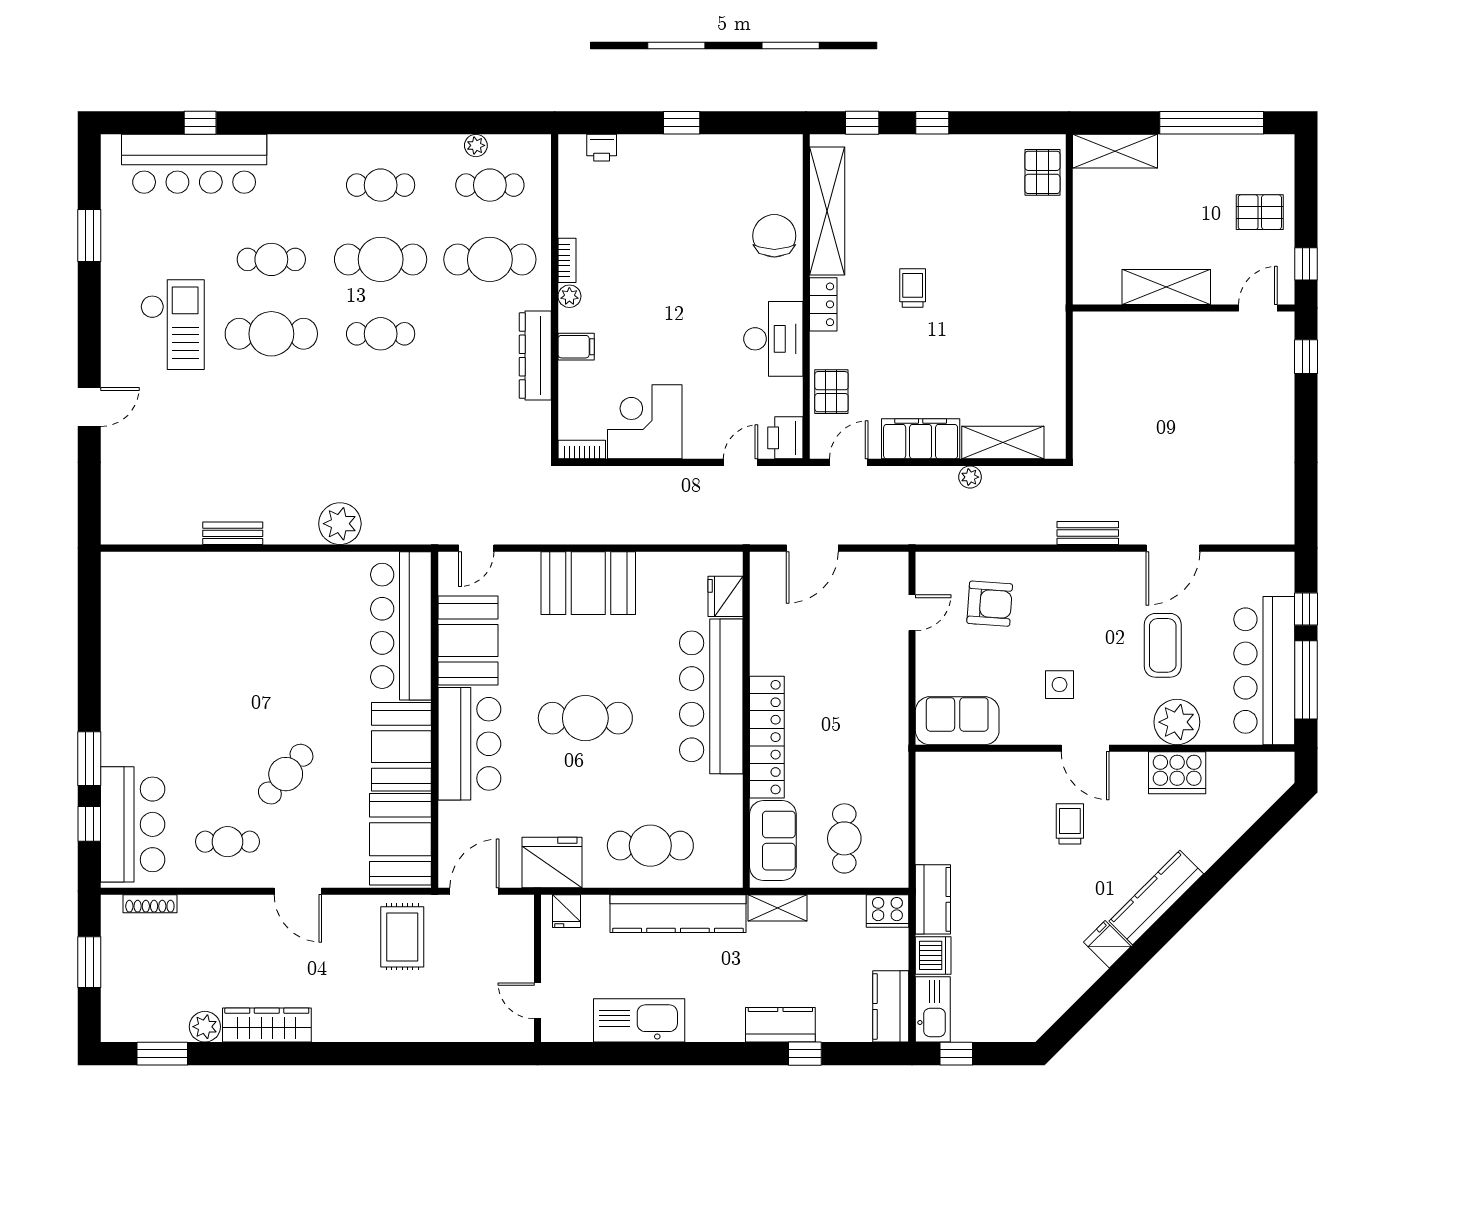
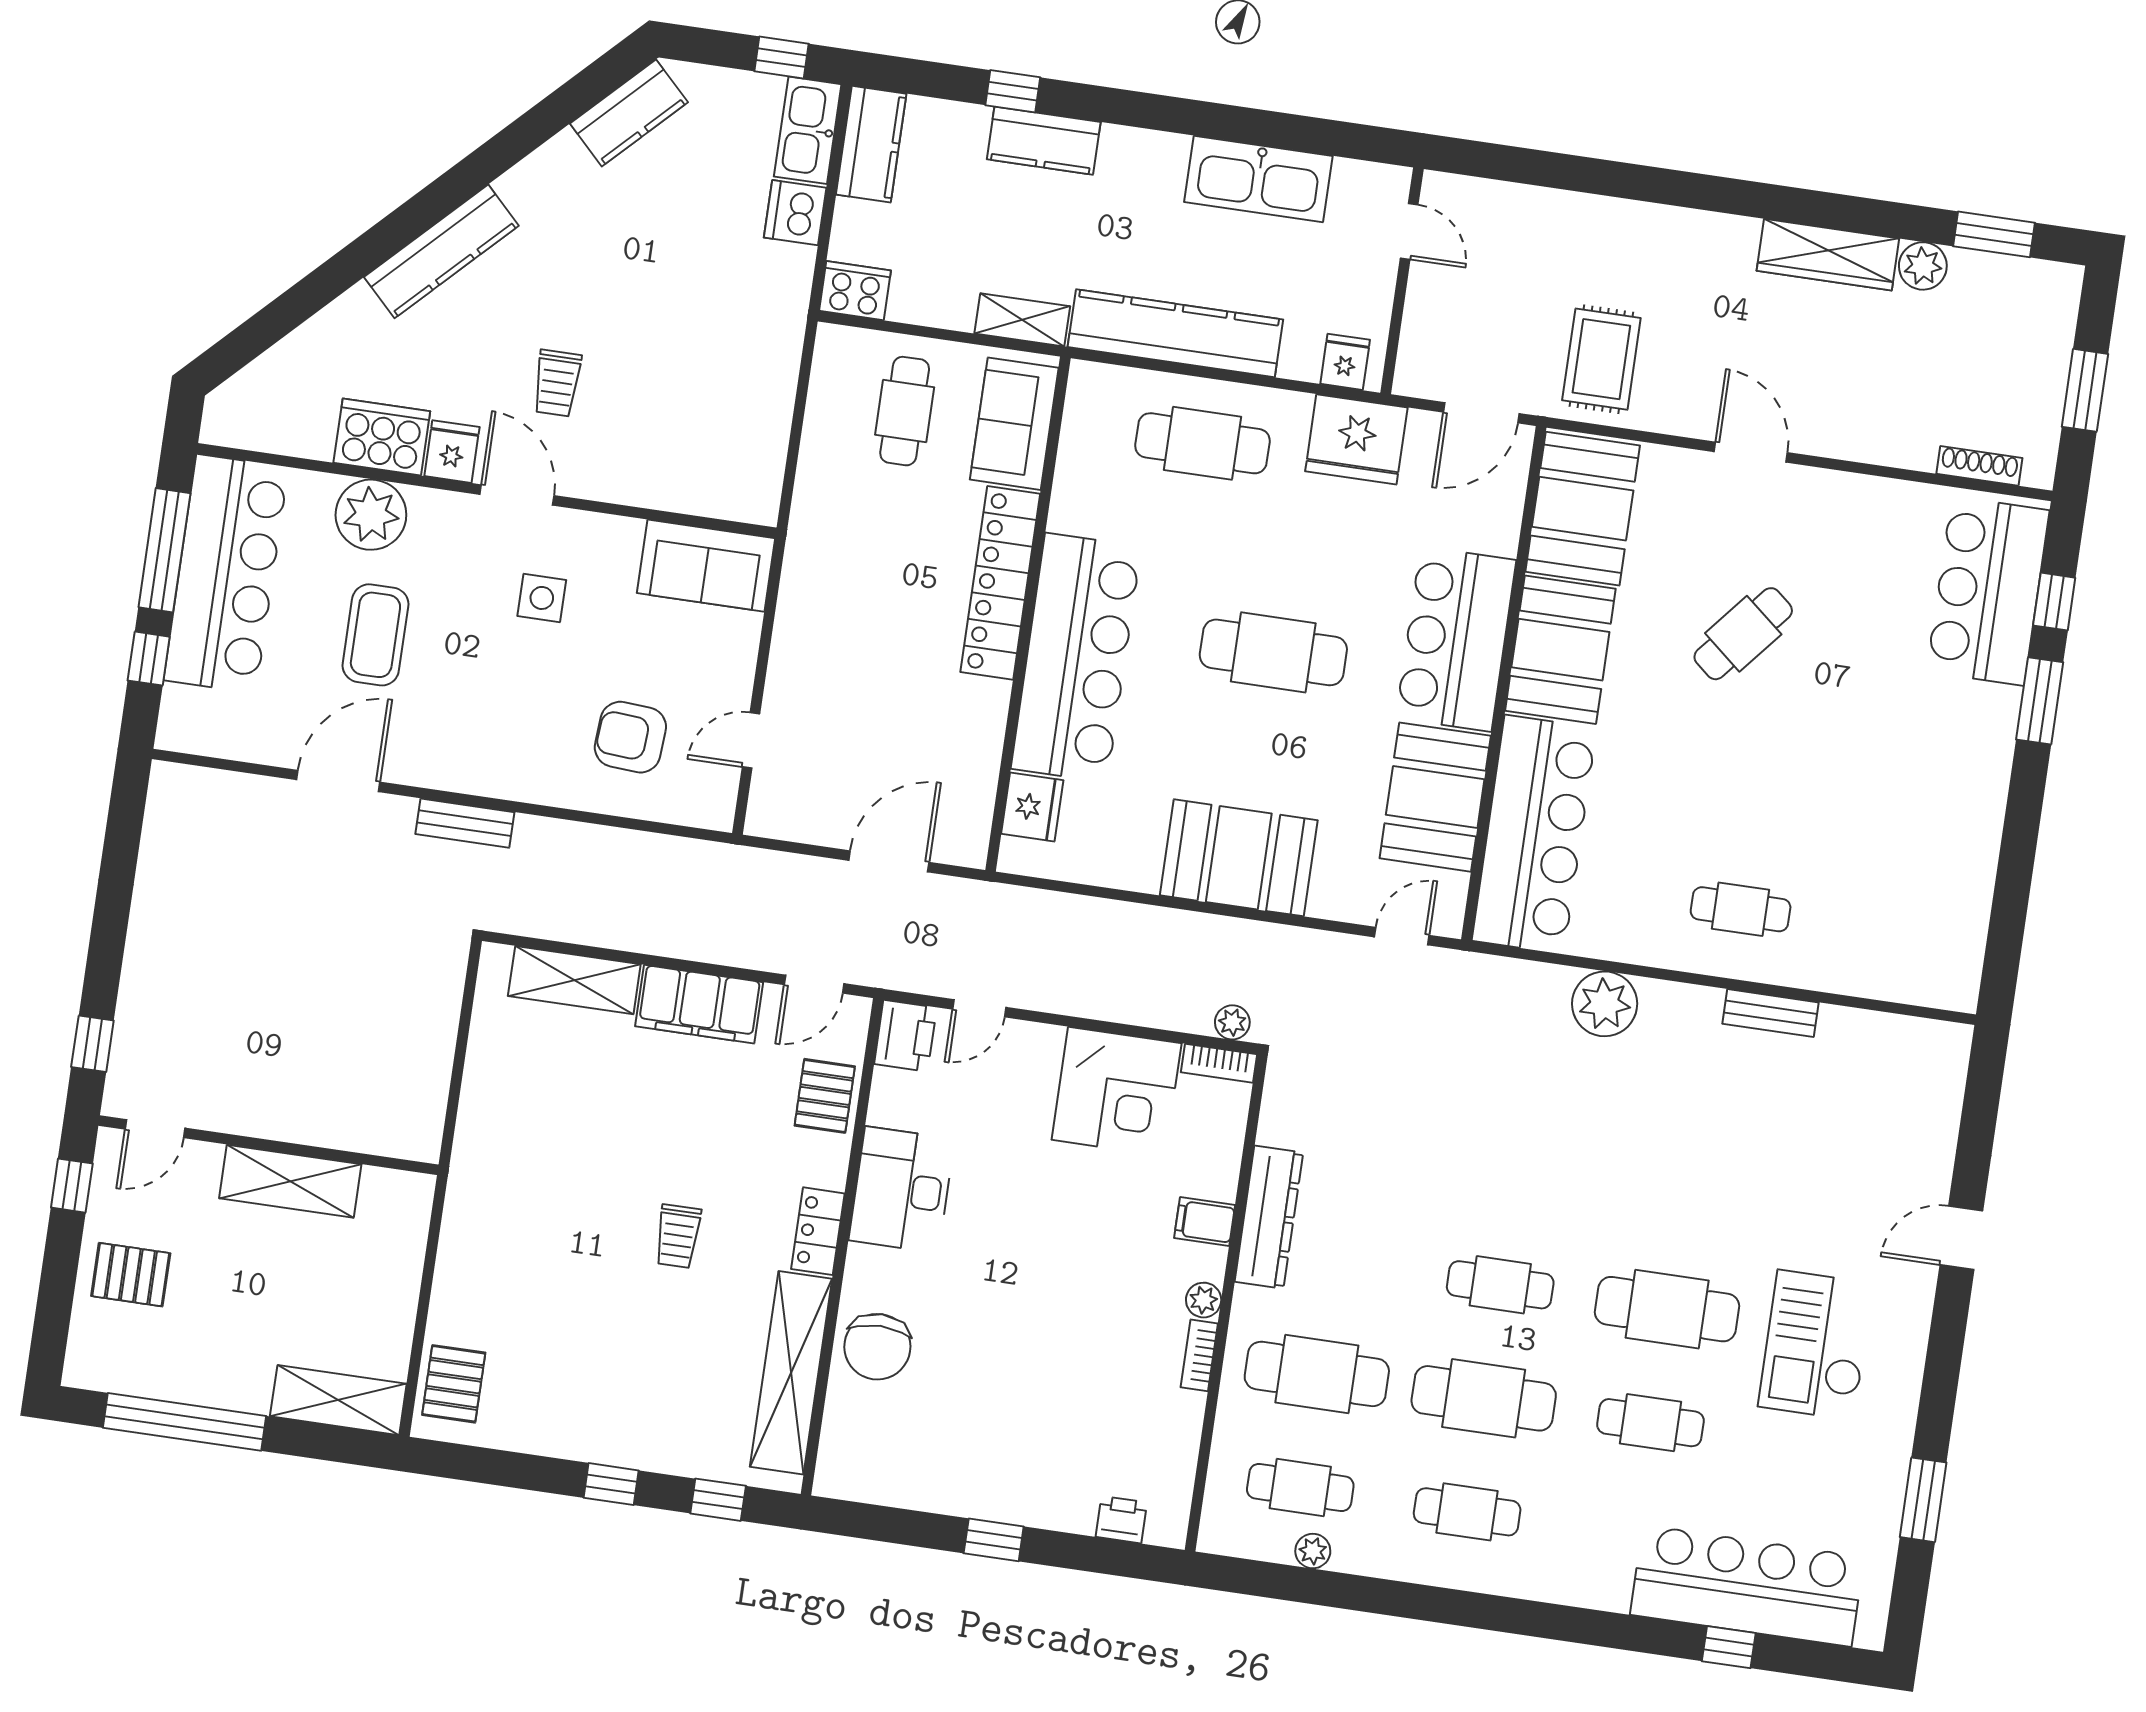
plant: (970, 477) -> (1232, 1022), moved
cafe table: (227, 842) -> (1741, 909), moved
kitchen counter: (933, 899) -> (629, 113), moved, turned -135
fridge: (1107, 944) -> (452, 452), moved, turned -135

